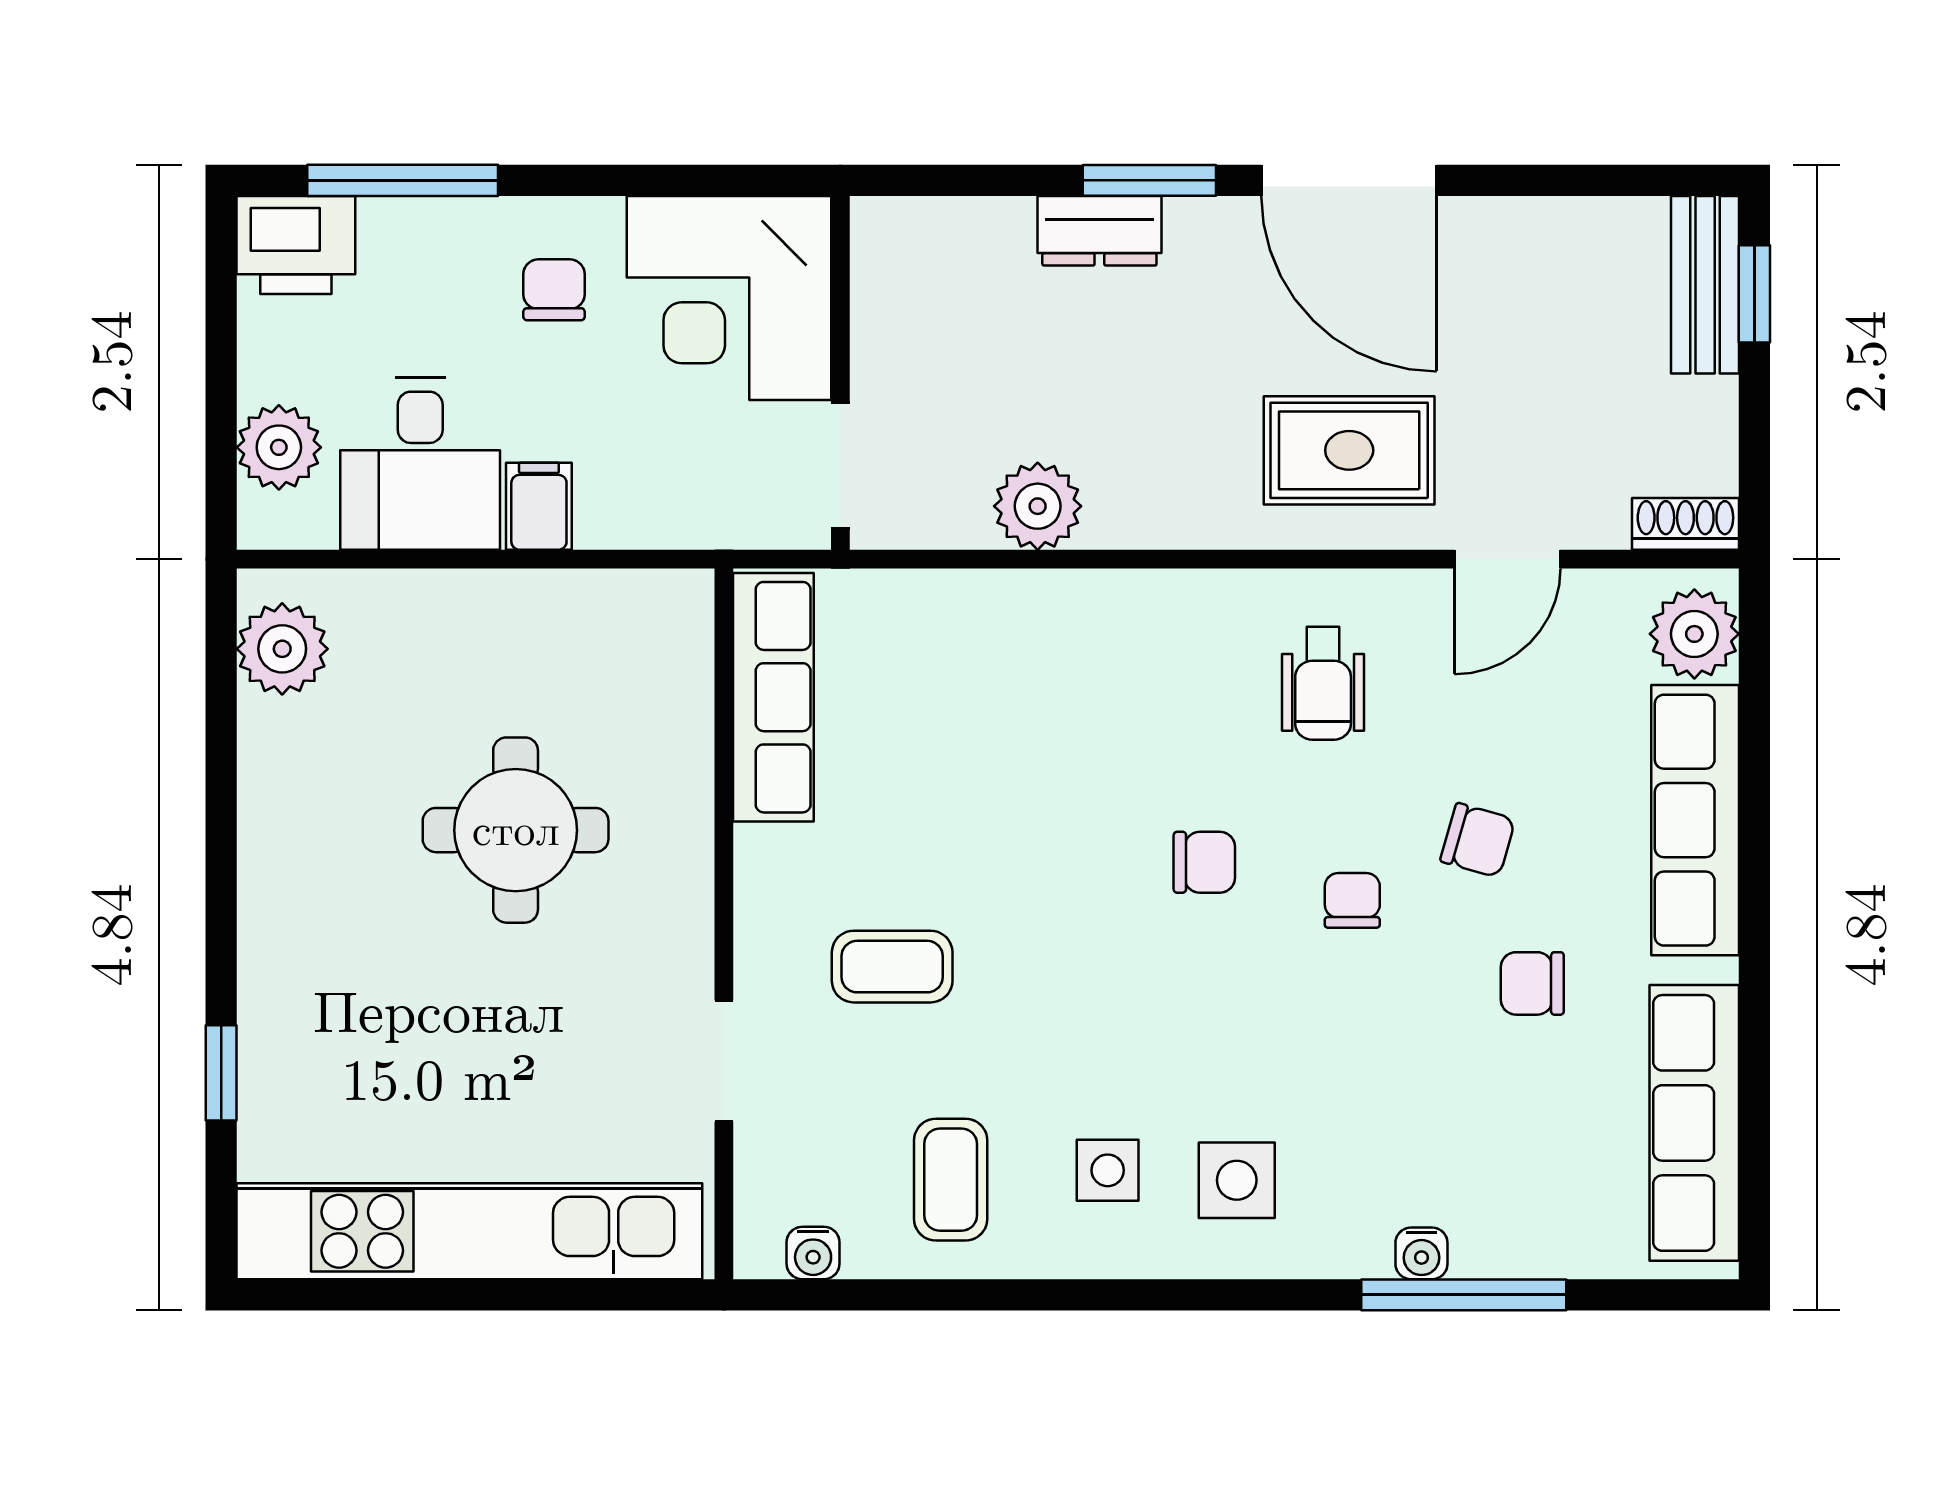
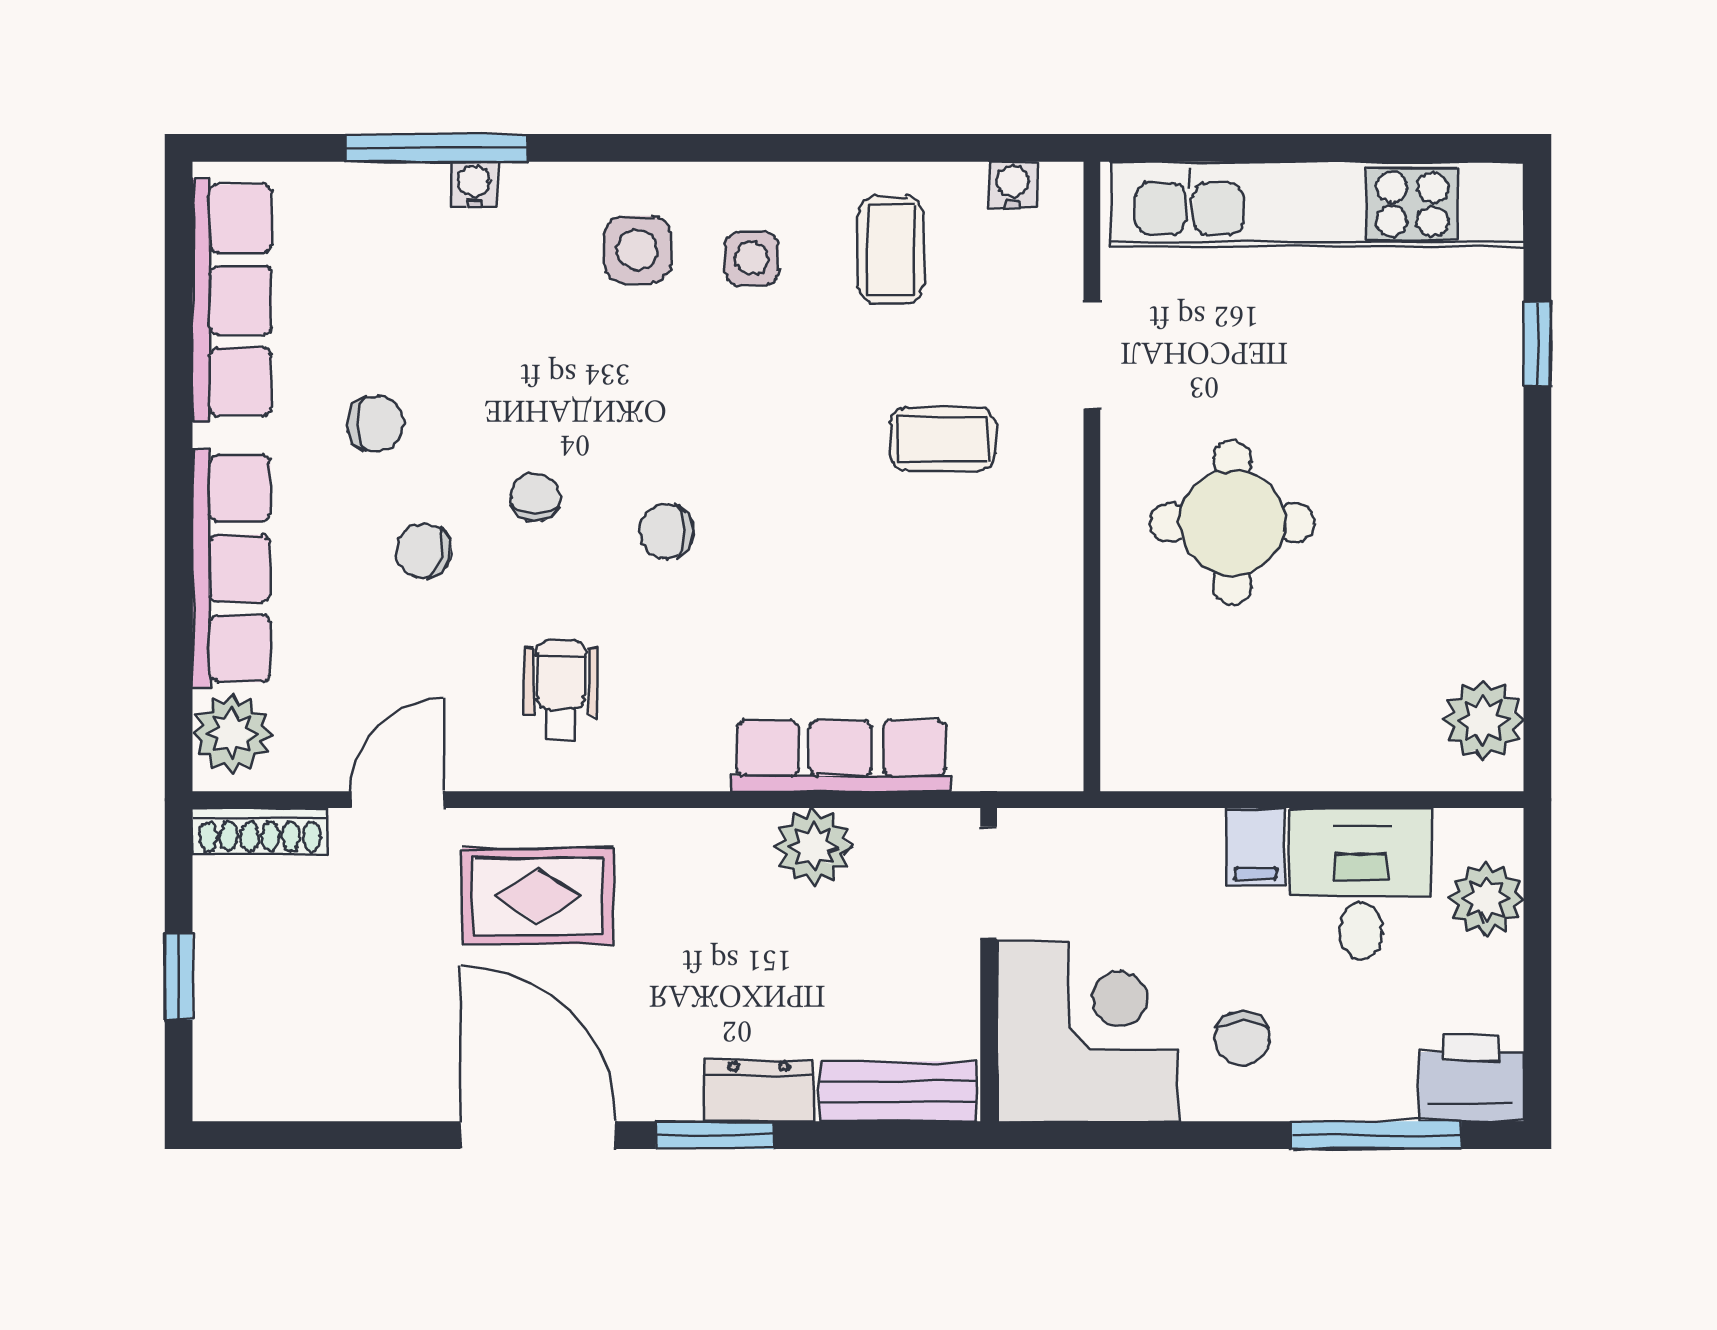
bench: (1705, 285) -> (898, 1091), moved, turned 90
window: (1754, 294) -> (179, 977), moved
shoe rack: (1685, 524) -> (260, 831), width x1.43
row of seats: (773, 697) -> (841, 756), moved, turned 90
round table: (516, 830) -> (1232, 522), moved
chair: (1352, 900) -> (535, 497), turned 180

